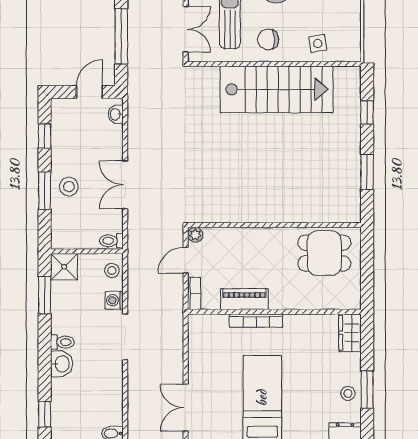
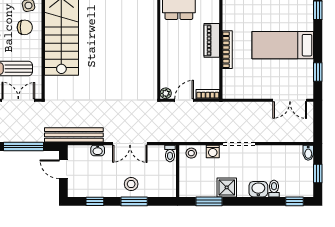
chair: (268, 39) -> (25, 27), moved, turned -90
bench: (137, 107) -> (74, 135), added
washbasin: (116, 114) -> (98, 150), moved
door: (186, 260) -> (184, 100), swing flipped
shower: (64, 267) -> (227, 187), moved
piano: (244, 299) -> (212, 40), moved
toilet: (62, 342) -> (274, 189), moved

